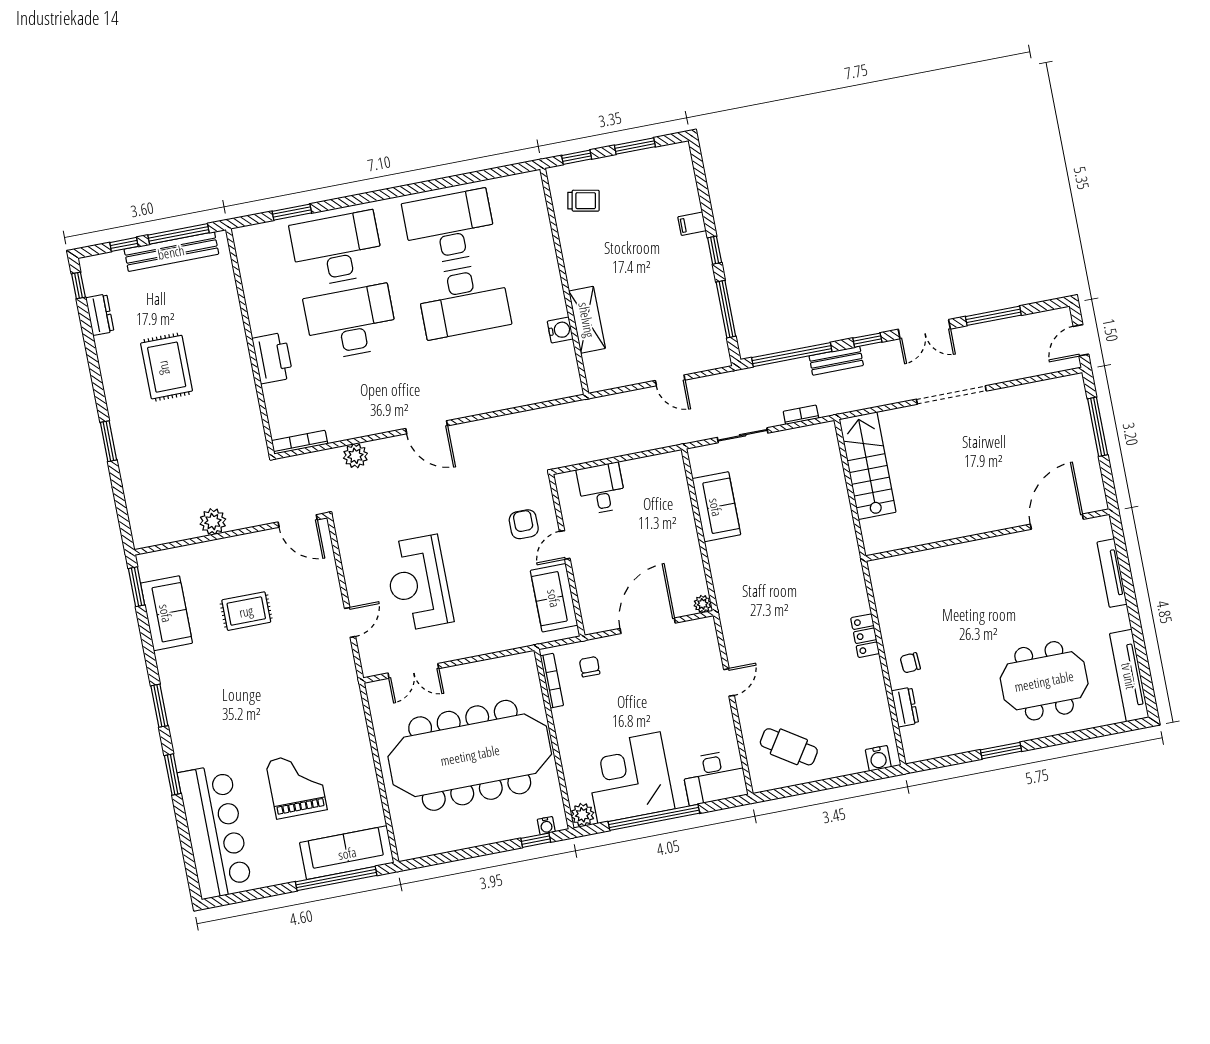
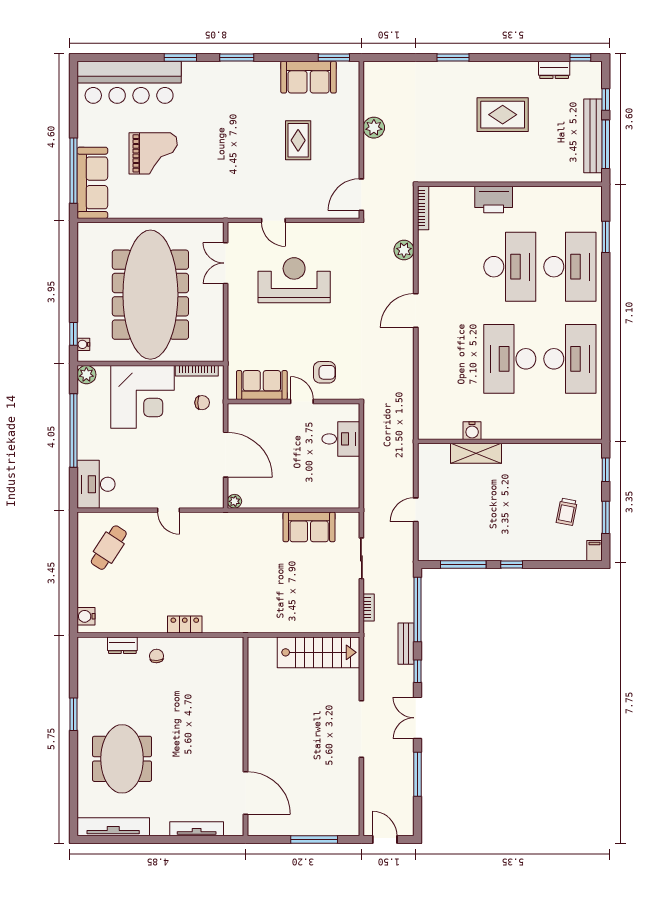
trolley: (584, 201) -> (567, 512), moved
filing cabinet: (692, 224) -> (595, 551), moved
corner desk: (629, 778) -> (143, 397), moved, turned 90

